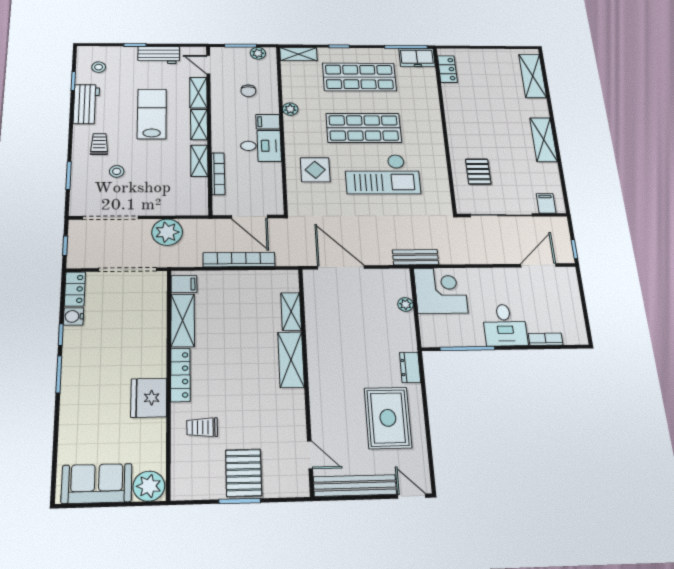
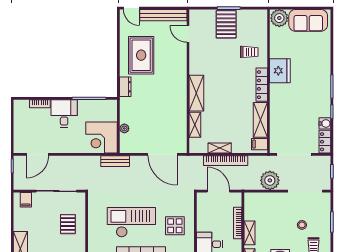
shelving: (249, 278) -> (220, 148), added

